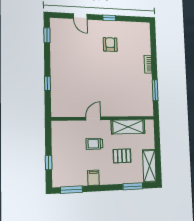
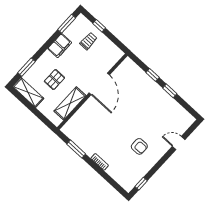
window: (109, 18) -> (141, 184), moved
window: (47, 35) -> (170, 91), moved
door: (93, 119) -> (99, 84), width x1.87
trolley: (94, 144) -> (88, 41), moved
filing cabinet: (93, 178) -> (60, 46), width x2.00

